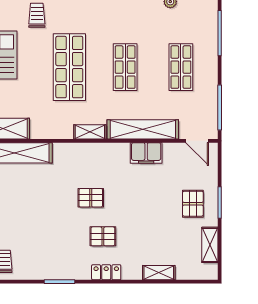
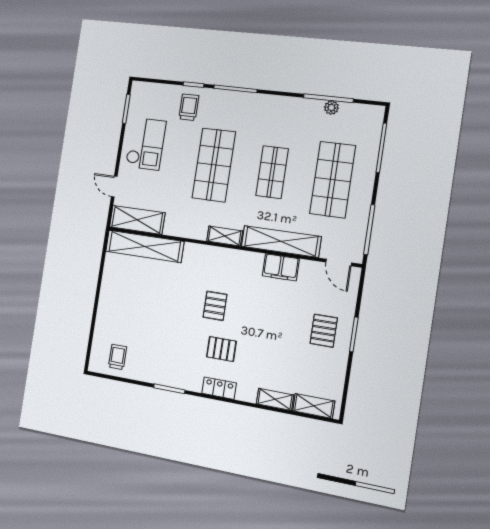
shop shelf: (181, 67) -> (333, 180), width x1.43, depth x1.36
pallet: (91, 198) -> (215, 306), turned 90
shelving: (210, 245) -> (314, 406), moved, turned 90

